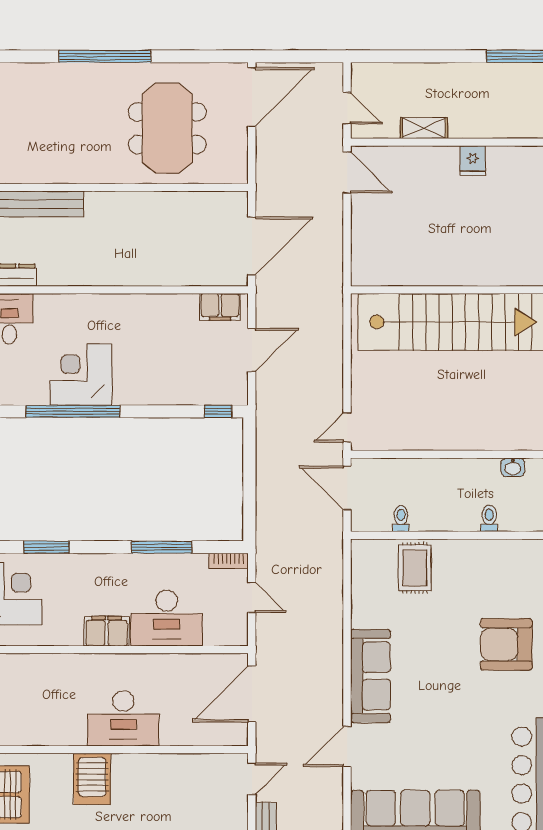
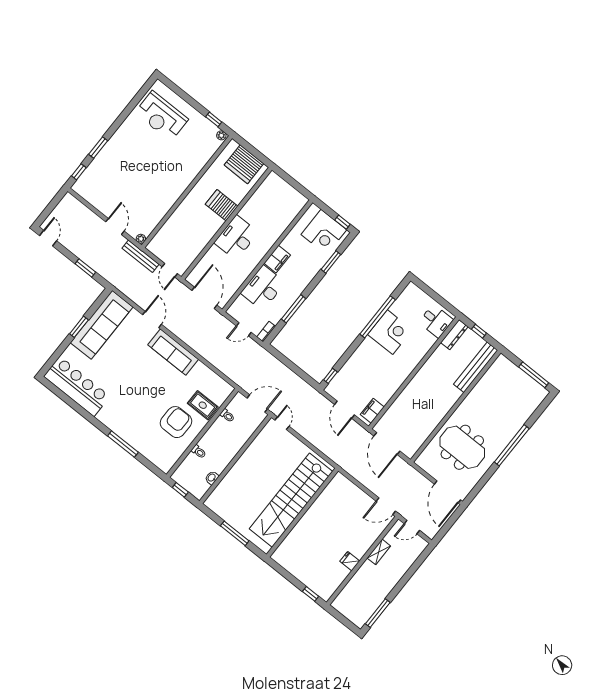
armchair: (506, 644) -> (176, 422), moved

